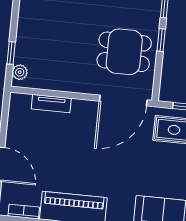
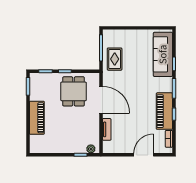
door: (123, 101) -> (101, 100), moved

